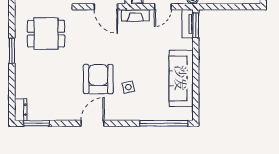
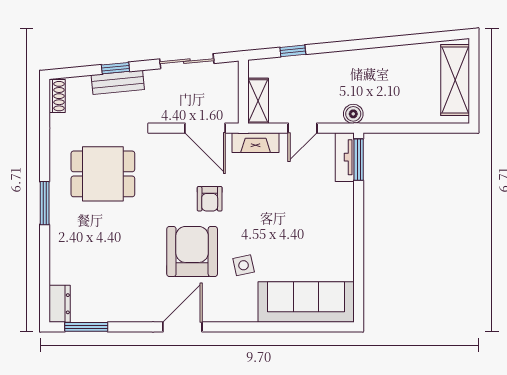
armchair: (109, 48) -> (210, 199), added
sofa: (181, 78) -> (306, 302), moved, turned 90
window: (164, 123) -> (304, 327), removed

